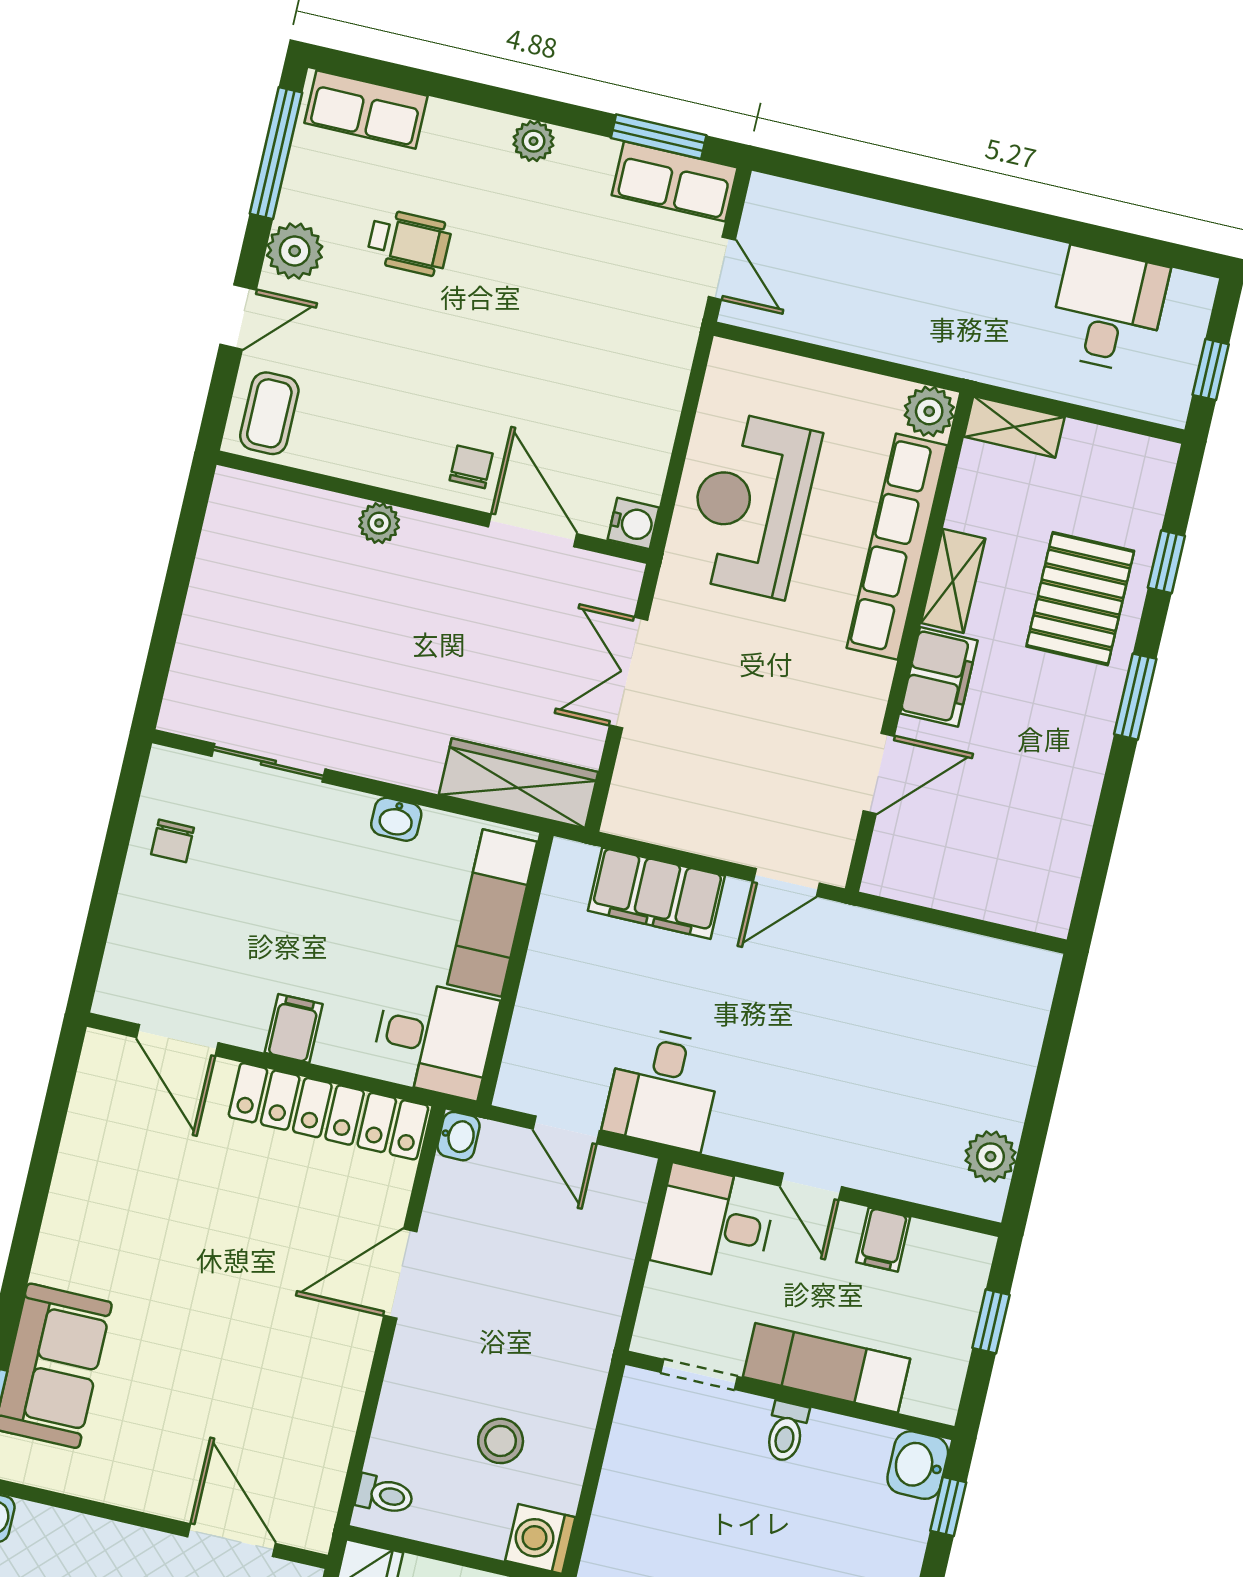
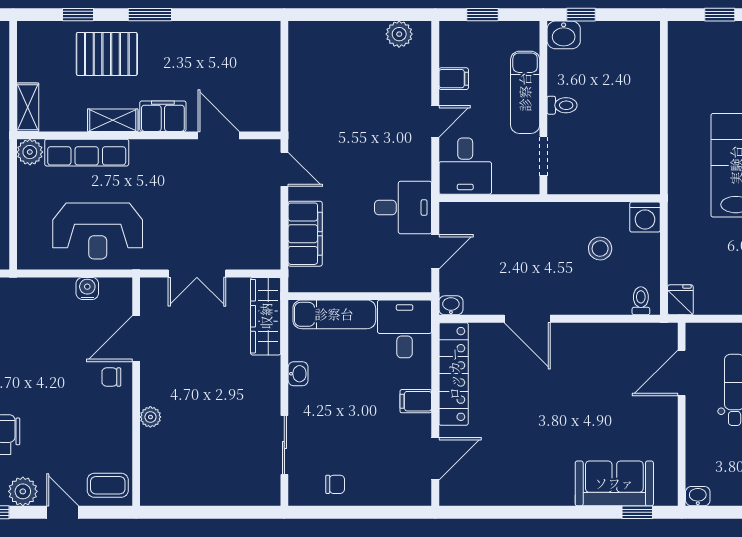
water cooler: (633, 524) -> (87, 288), moved
row of seats: (897, 547) -> (87, 153), width x0.73

